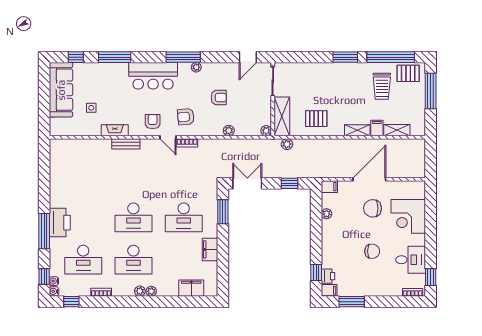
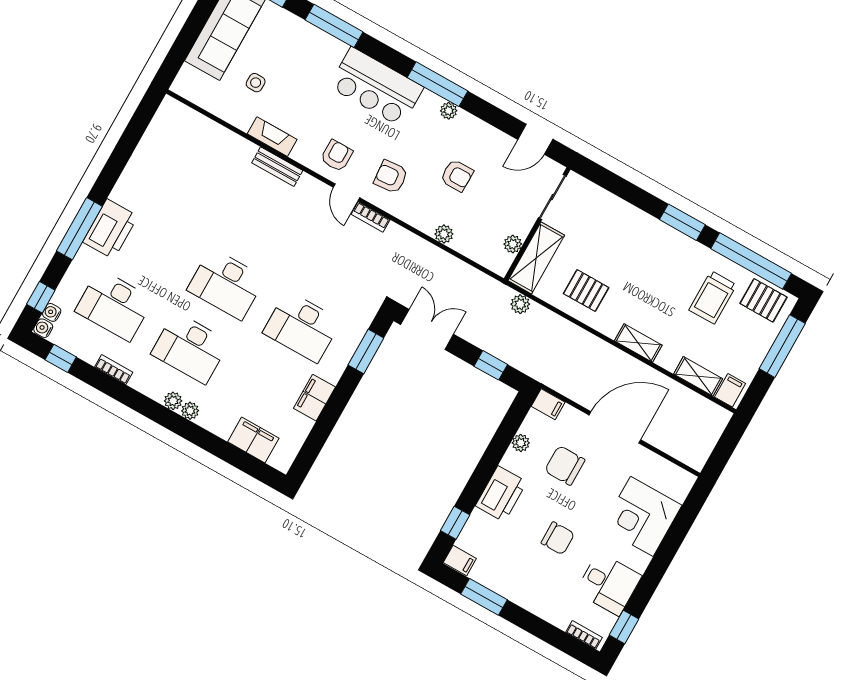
filing cabinet: (377, 128) -> (730, 390), moved
plant: (266, 131) -> (513, 244), moved
chair: (372, 208) -> (565, 465), moved
printer: (328, 276) -> (501, 494), moved, width x1.87, depth x1.48

